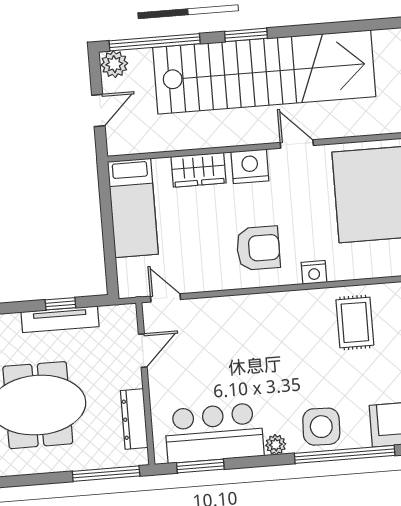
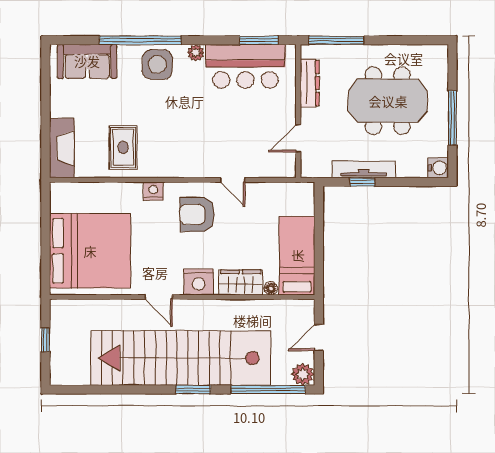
floor lamp: (161, 166) -> (271, 288), added
door: (166, 298) -> (233, 180), moved

